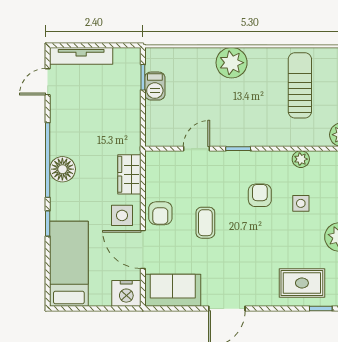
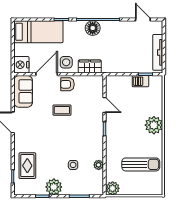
tv unit: (81, 56) -> (158, 52), moved
armchair: (260, 195) -> (78, 141), removed

